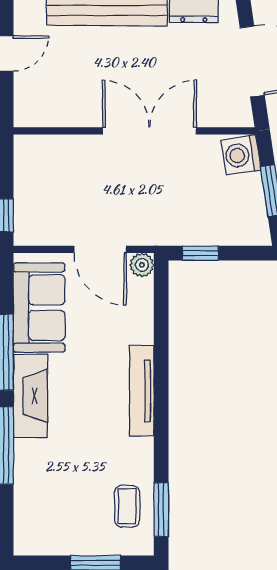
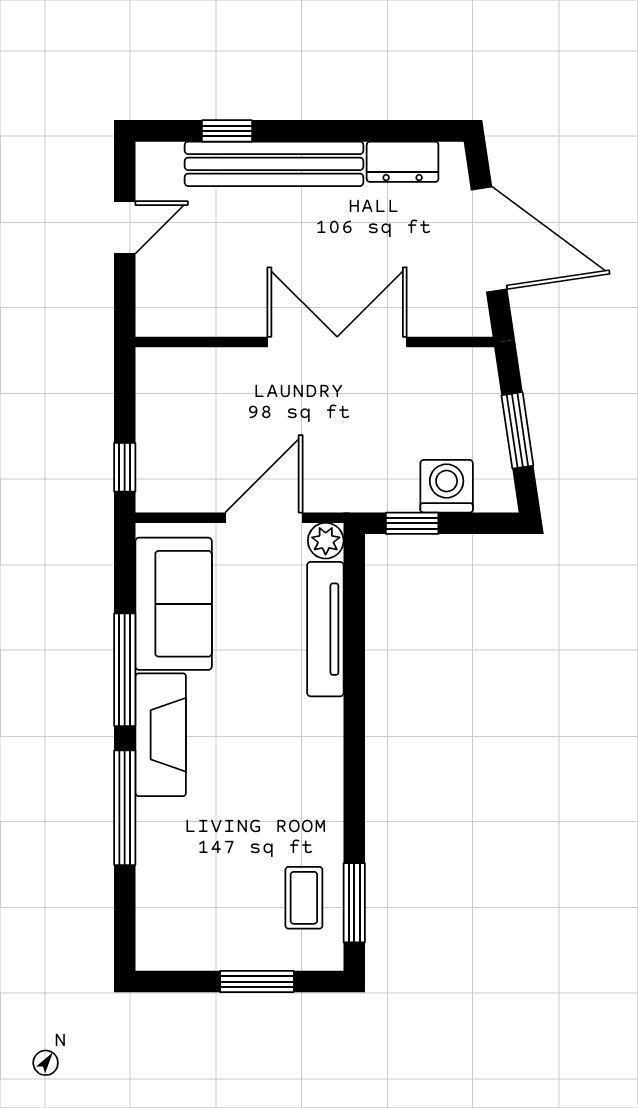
washing machine: (241, 155) -> (447, 486), moved, turned 98
door: (100, 249) -> (264, 518), swing flipped
tv unit: (142, 391) -> (325, 629), moved

